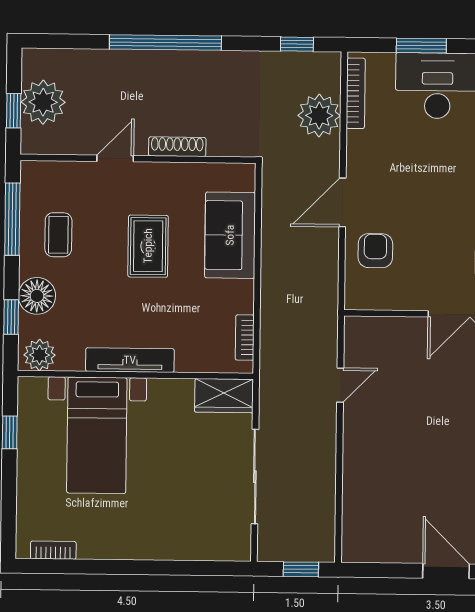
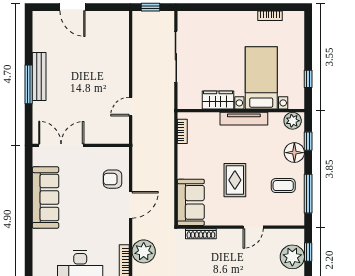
shoe rack: (177, 147) -> (201, 234), moved
coffee table: (58, 235) -> (283, 186), turned 90
sofa: (230, 235) -> (191, 202), moved
armchair: (375, 251) -> (113, 179), turned 90
wardrobe: (224, 396) -> (218, 100), moved
bookcase: (53, 550) -> (270, 16), moved

